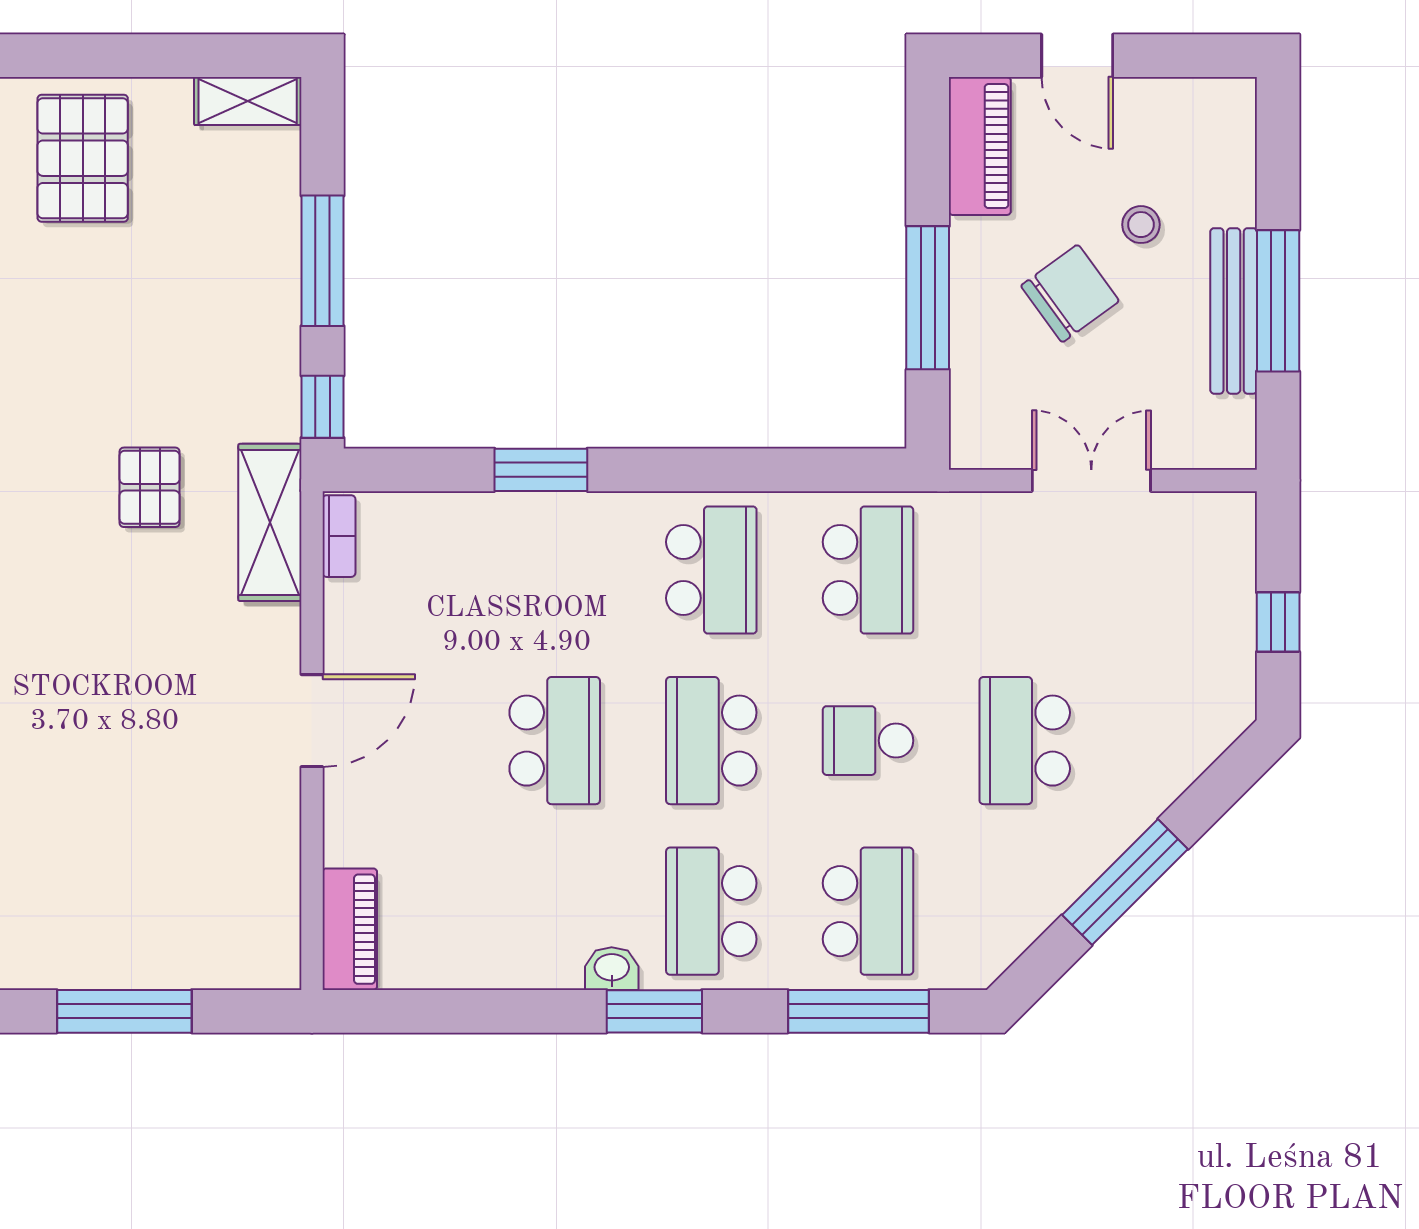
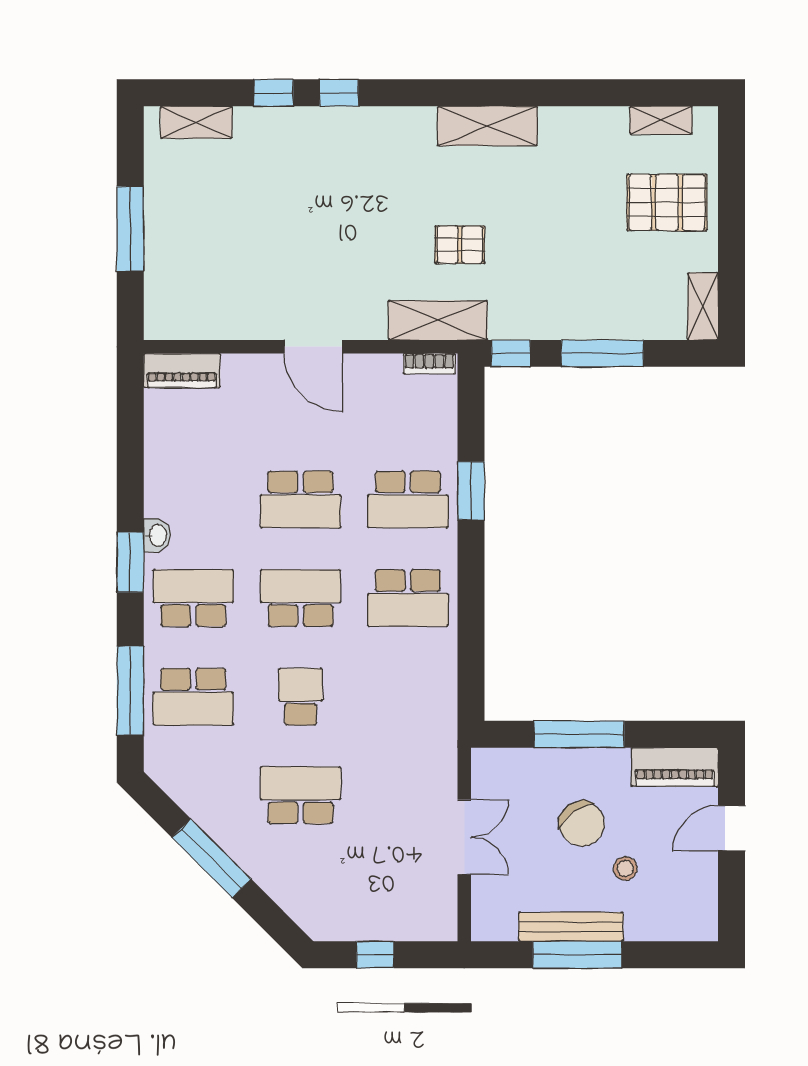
school desk: (868, 570) -> (408, 499), moved

